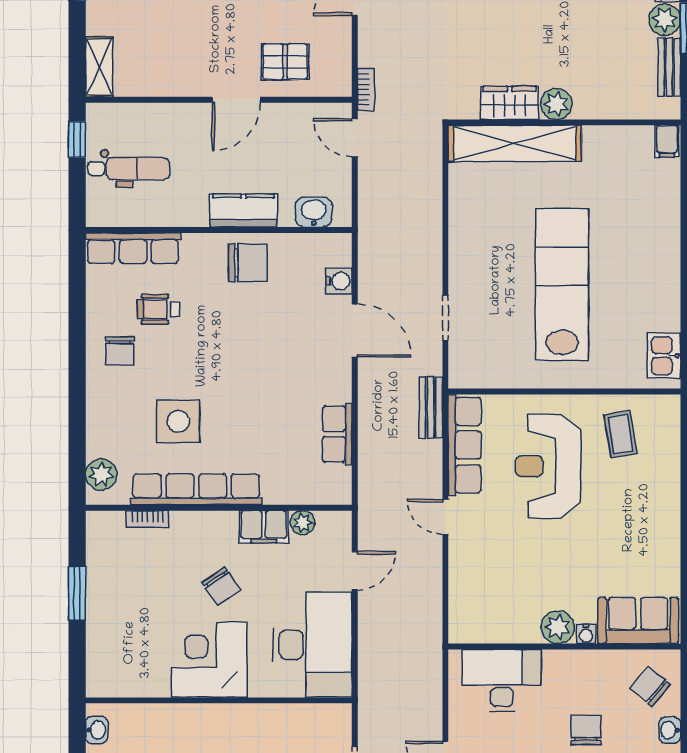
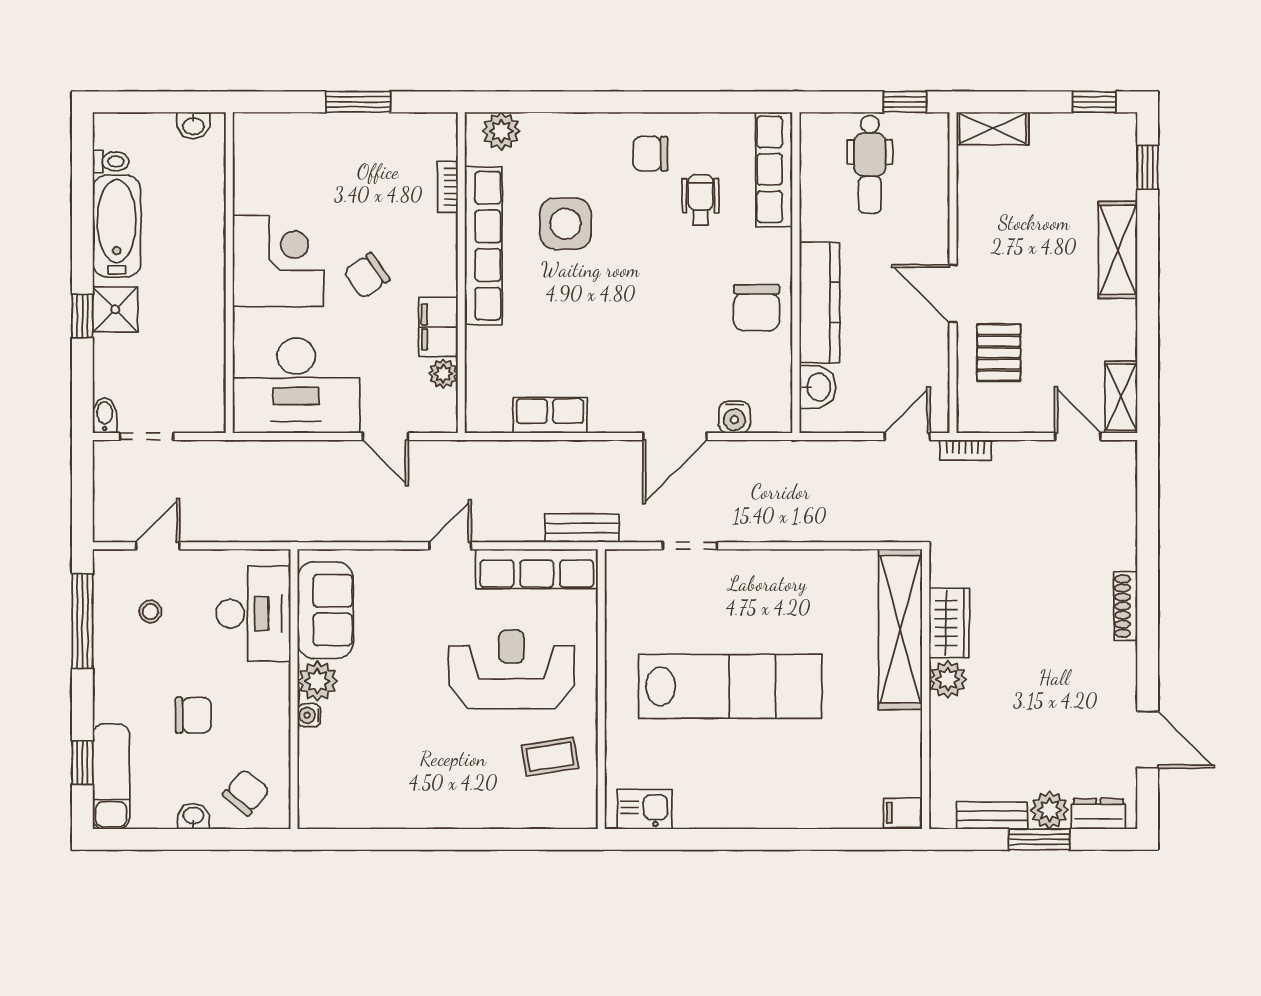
kitchen counter: (243, 211) -> (819, 302), width x1.50
sofa: (638, 620) -> (325, 610), moved

